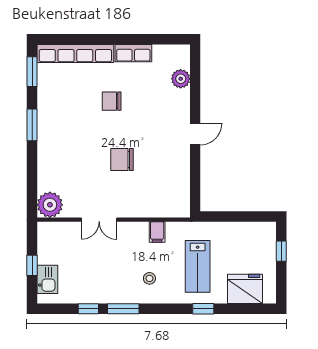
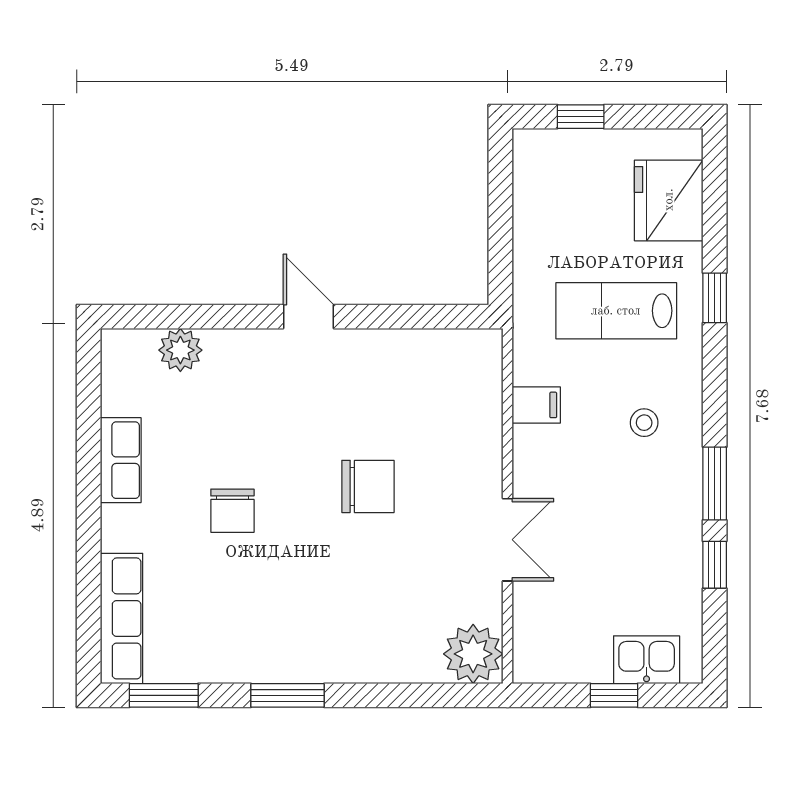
row of seats: (75, 53) -> (122, 618), width x0.73
chair: (122, 159) -> (368, 486), turned -90
lab bench: (198, 266) -> (616, 311), turned 180

